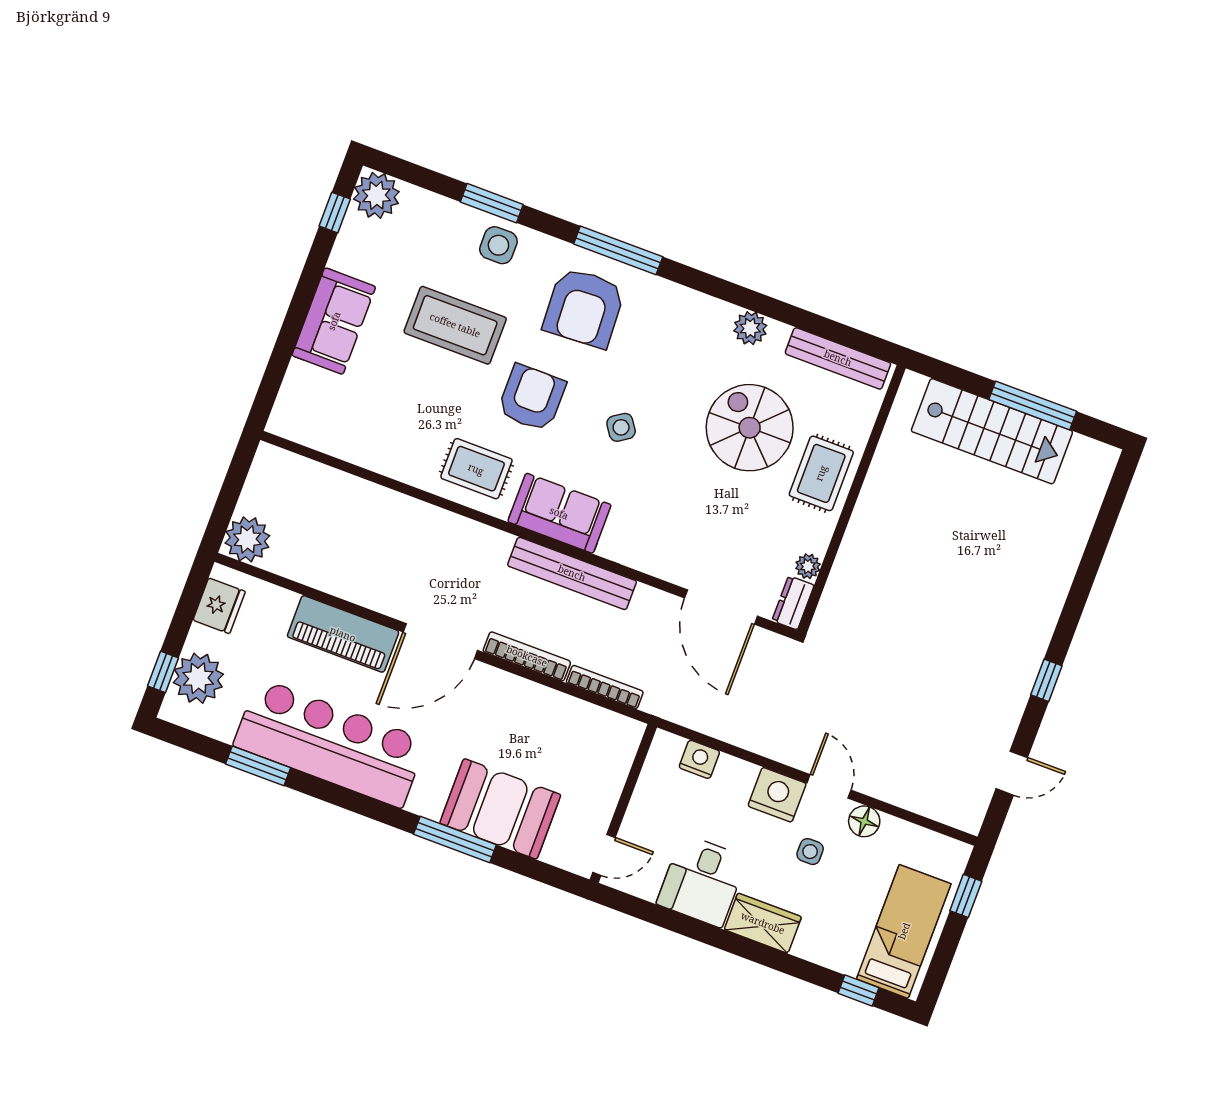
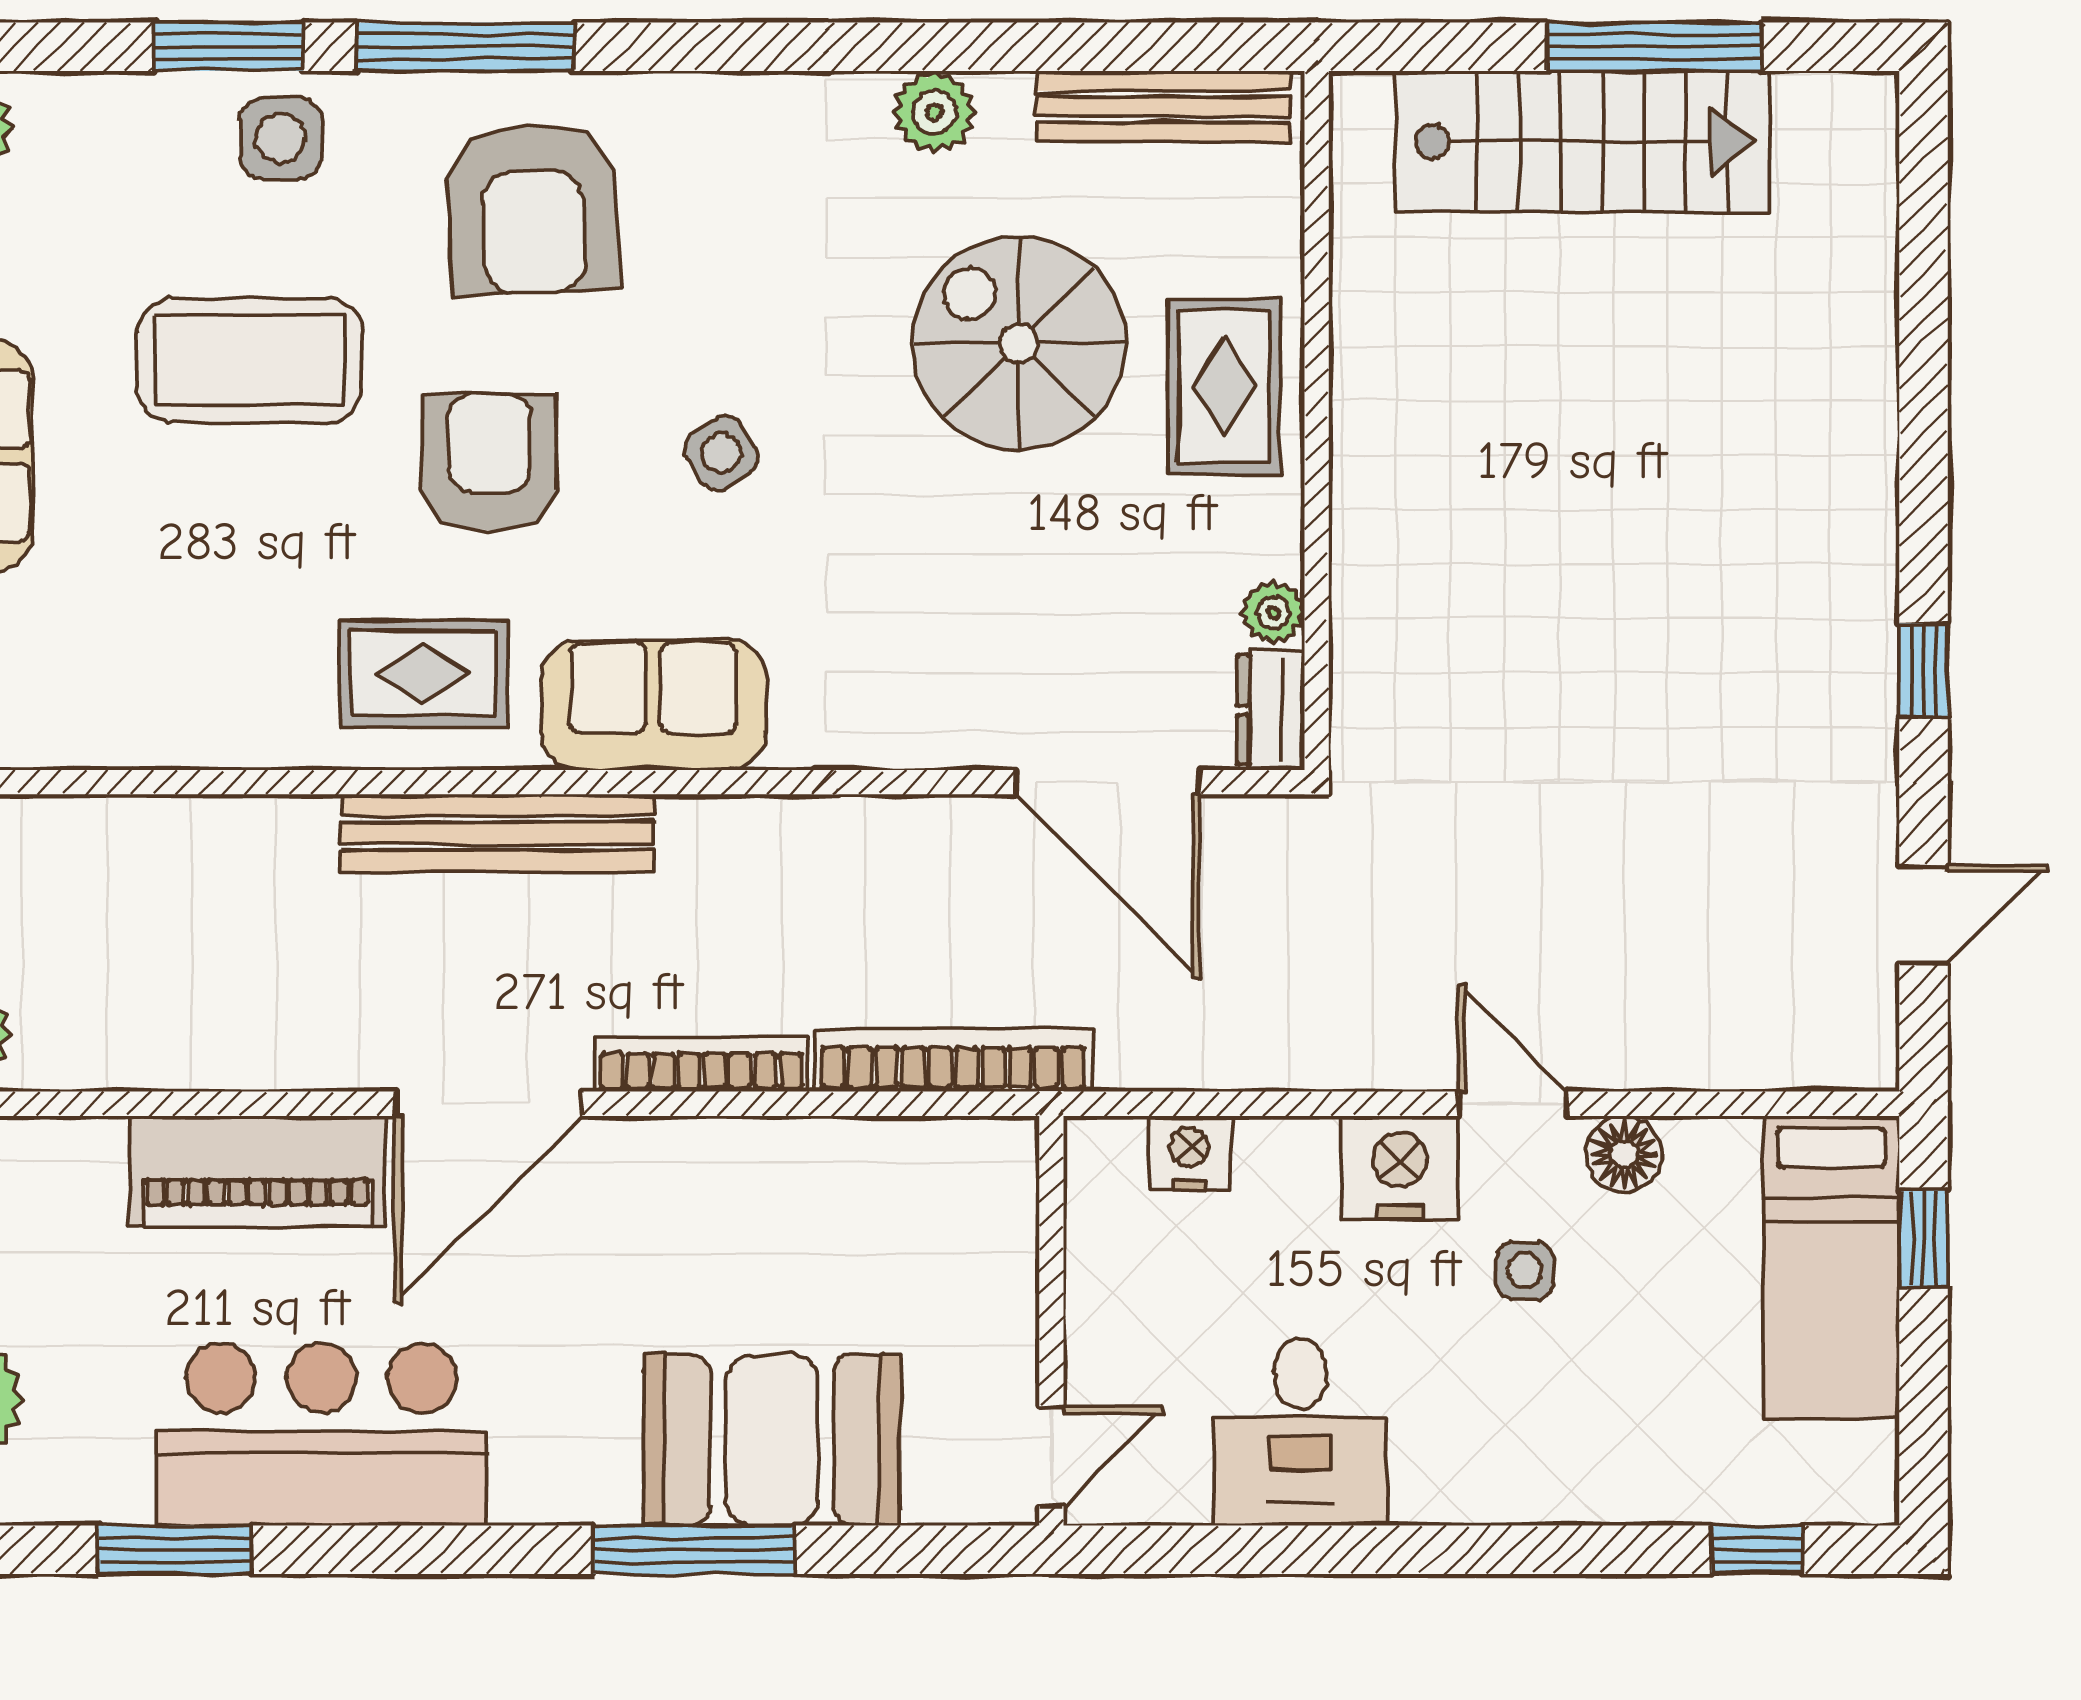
window: (618, 250) -> (465, 47), moved
bench: (572, 573) -> (497, 833), moved
bookcase: (605, 687) -> (953, 1060), width x1.48, depth x1.31
bar counter: (330, 743) -> (321, 1435), width x0.73
wardrobe: (763, 923) -> (1478, 1477), removed
bed: (904, 931) -> (1831, 1267), moved, turned 180

